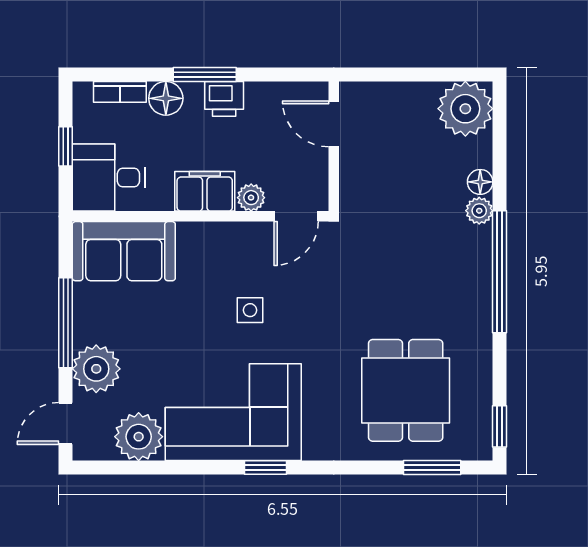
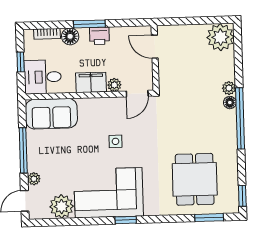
floor lamp: (480, 182) -> (230, 103), moved
plant: (96, 369) -> (34, 179), width x0.53, depth x0.53

